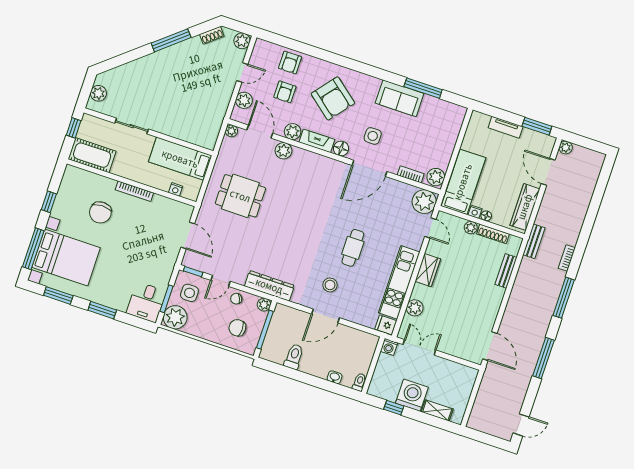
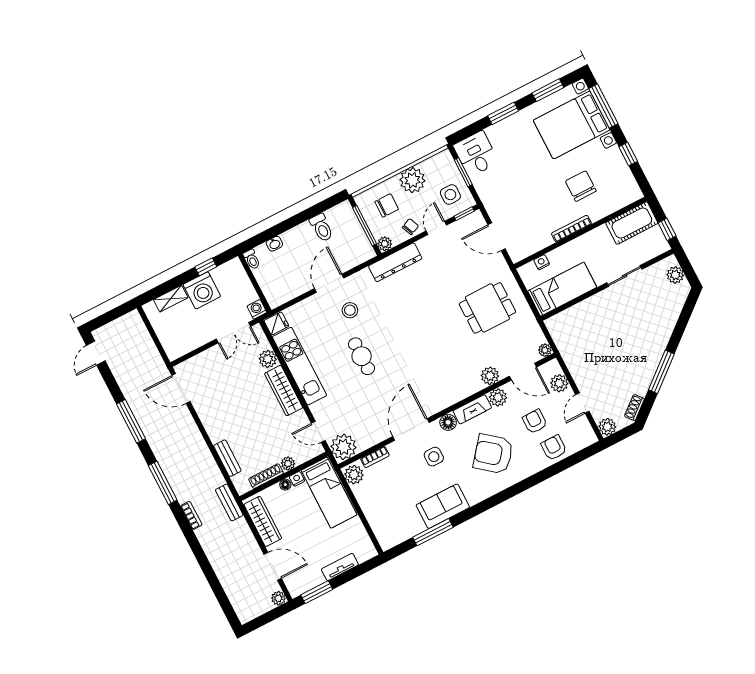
wardrobe: (428, 270) -> (284, 391), width x1.50
plant: (175, 317) -> (412, 180), moved

